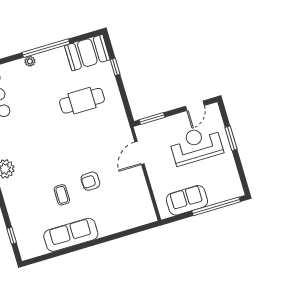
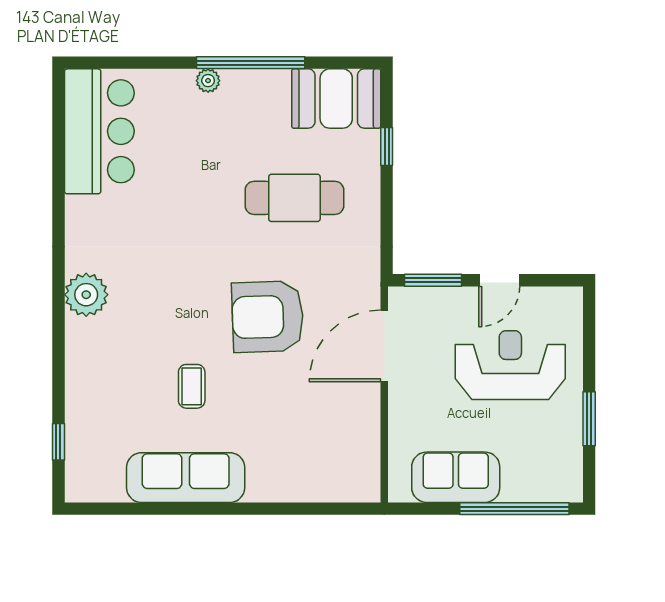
door: (195, 106) -> (499, 280), moved
window: (231, 138) -> (589, 419), moved
door: (139, 153) -> (384, 346), width x1.36
armchair: (90, 181) -> (268, 317), moved, width x1.88, depth x1.88

